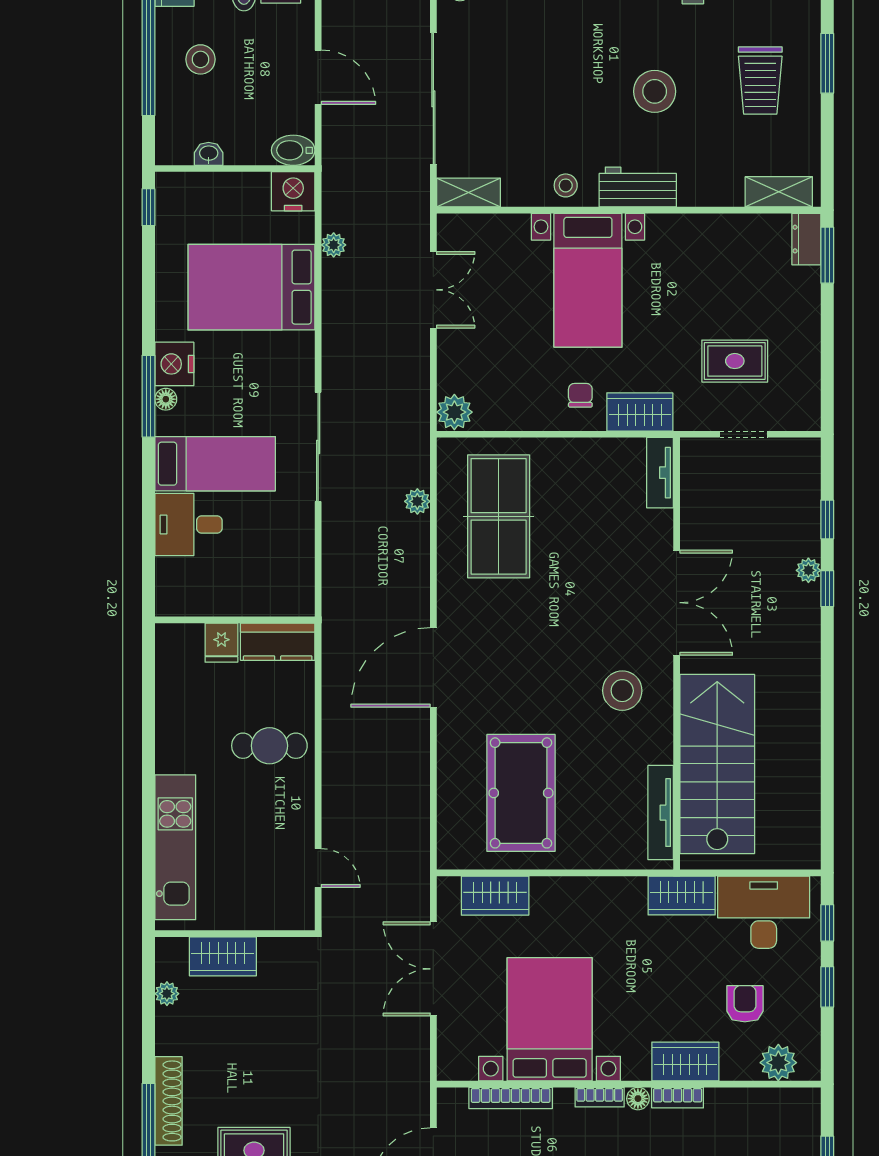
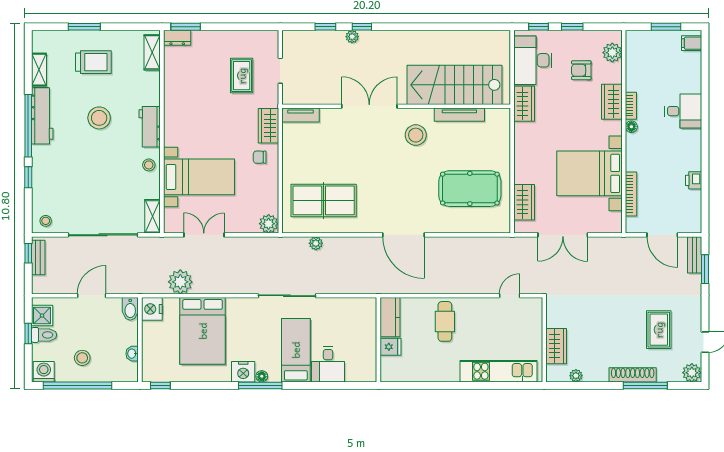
plant: (334, 245) -> (180, 282), width x1.87, depth x1.87
bed with nightstands: (588, 280) -> (199, 177), moved
tv unit: (661, 813) -> (459, 115), moved
bookcase: (600, 1097) -> (631, 147), removed

